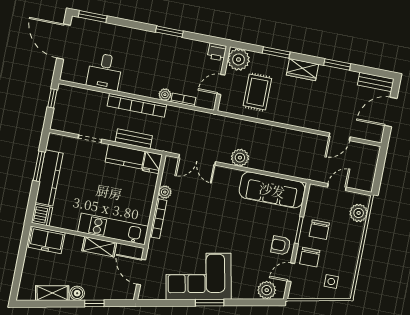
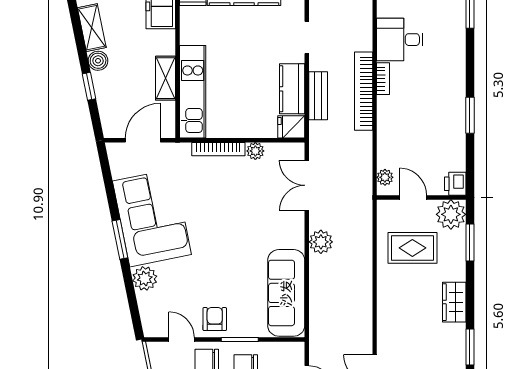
window: (276, 53) -> (470, 242), moved
plant: (165, 95) -> (385, 177), moved
bookcase: (183, 100) -> (383, 79), moved
plant: (267, 290) -> (145, 278), moved

